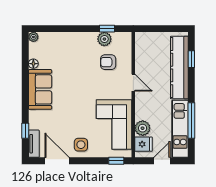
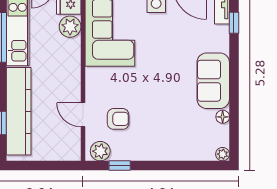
plant: (104, 39) -> (100, 151), moved
door: (133, 83) -> (83, 115), moved

